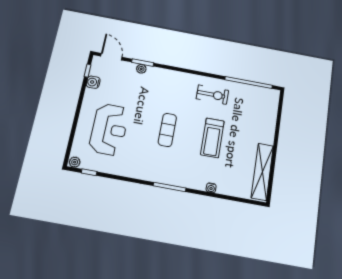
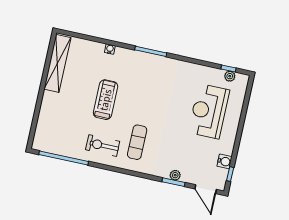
exercise mat: (167, 130) -> (137, 142), moved
plant: (75, 162) -> (230, 76), moved

